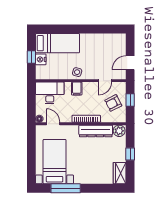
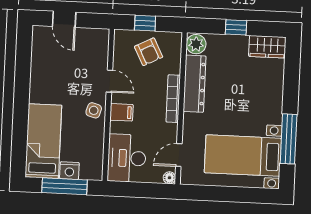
window: (31, 57) -> (65, 186), width x2.17
door: (130, 63) -> (64, 19), moved
door: (105, 81) -> (109, 81), moved

